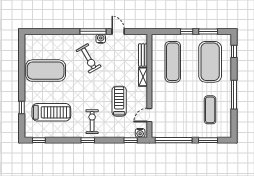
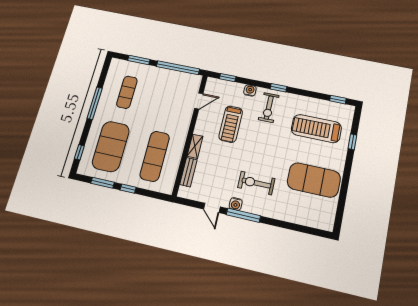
exercise bike: (89, 58) -> (256, 183), turned -60
water cooler: (140, 133) -> (250, 90), moved

